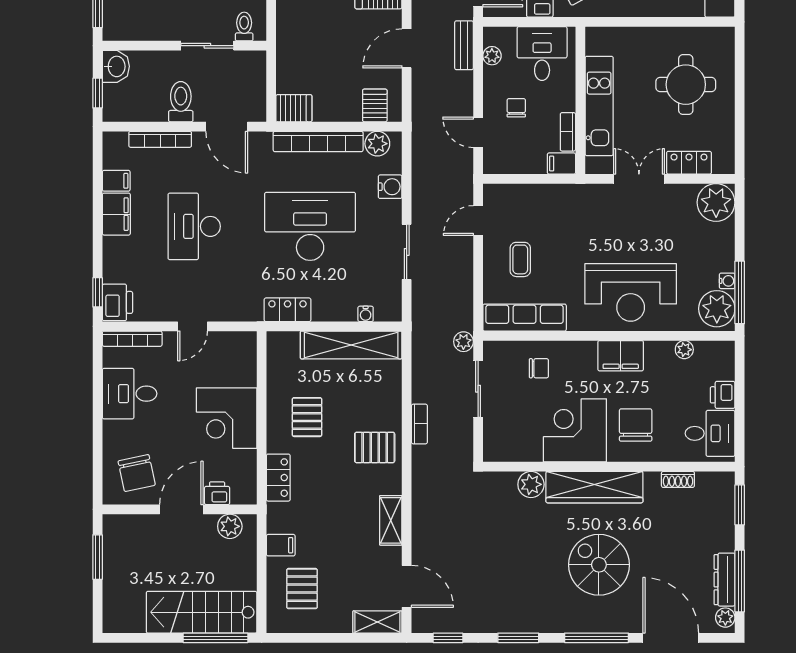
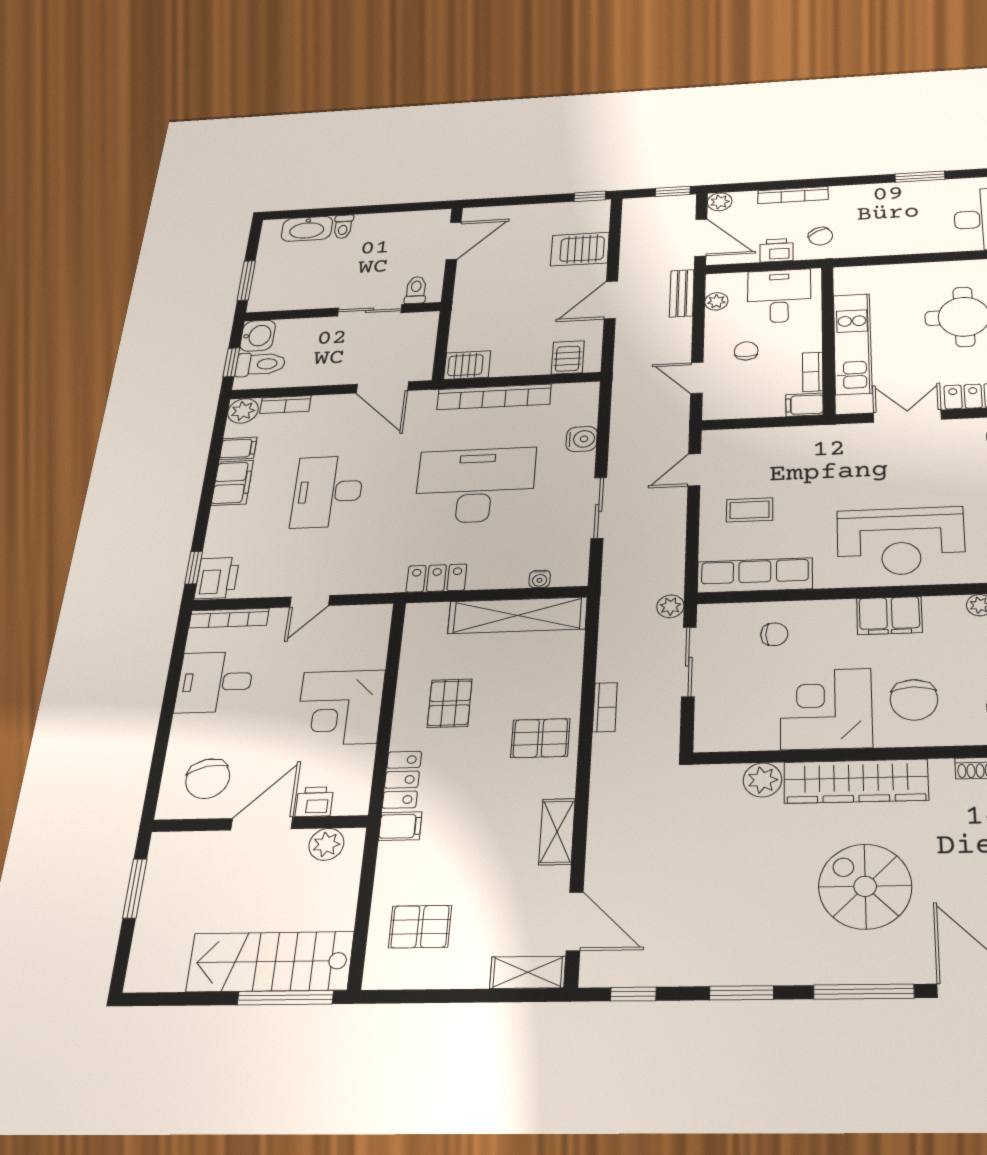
toilet: (181, 102) -> (260, 364), moved, turned 90
bookcase: (160, 139) -> (285, 405), width x0.64
plant: (377, 144) -> (243, 411), moved
coffee table: (520, 259) -> (750, 510), turned 90
chair: (636, 425) -> (914, 700), turned 180
filing cabinet: (281, 545) -> (400, 826), moved
pallet: (302, 589) -> (420, 927), turned 90

